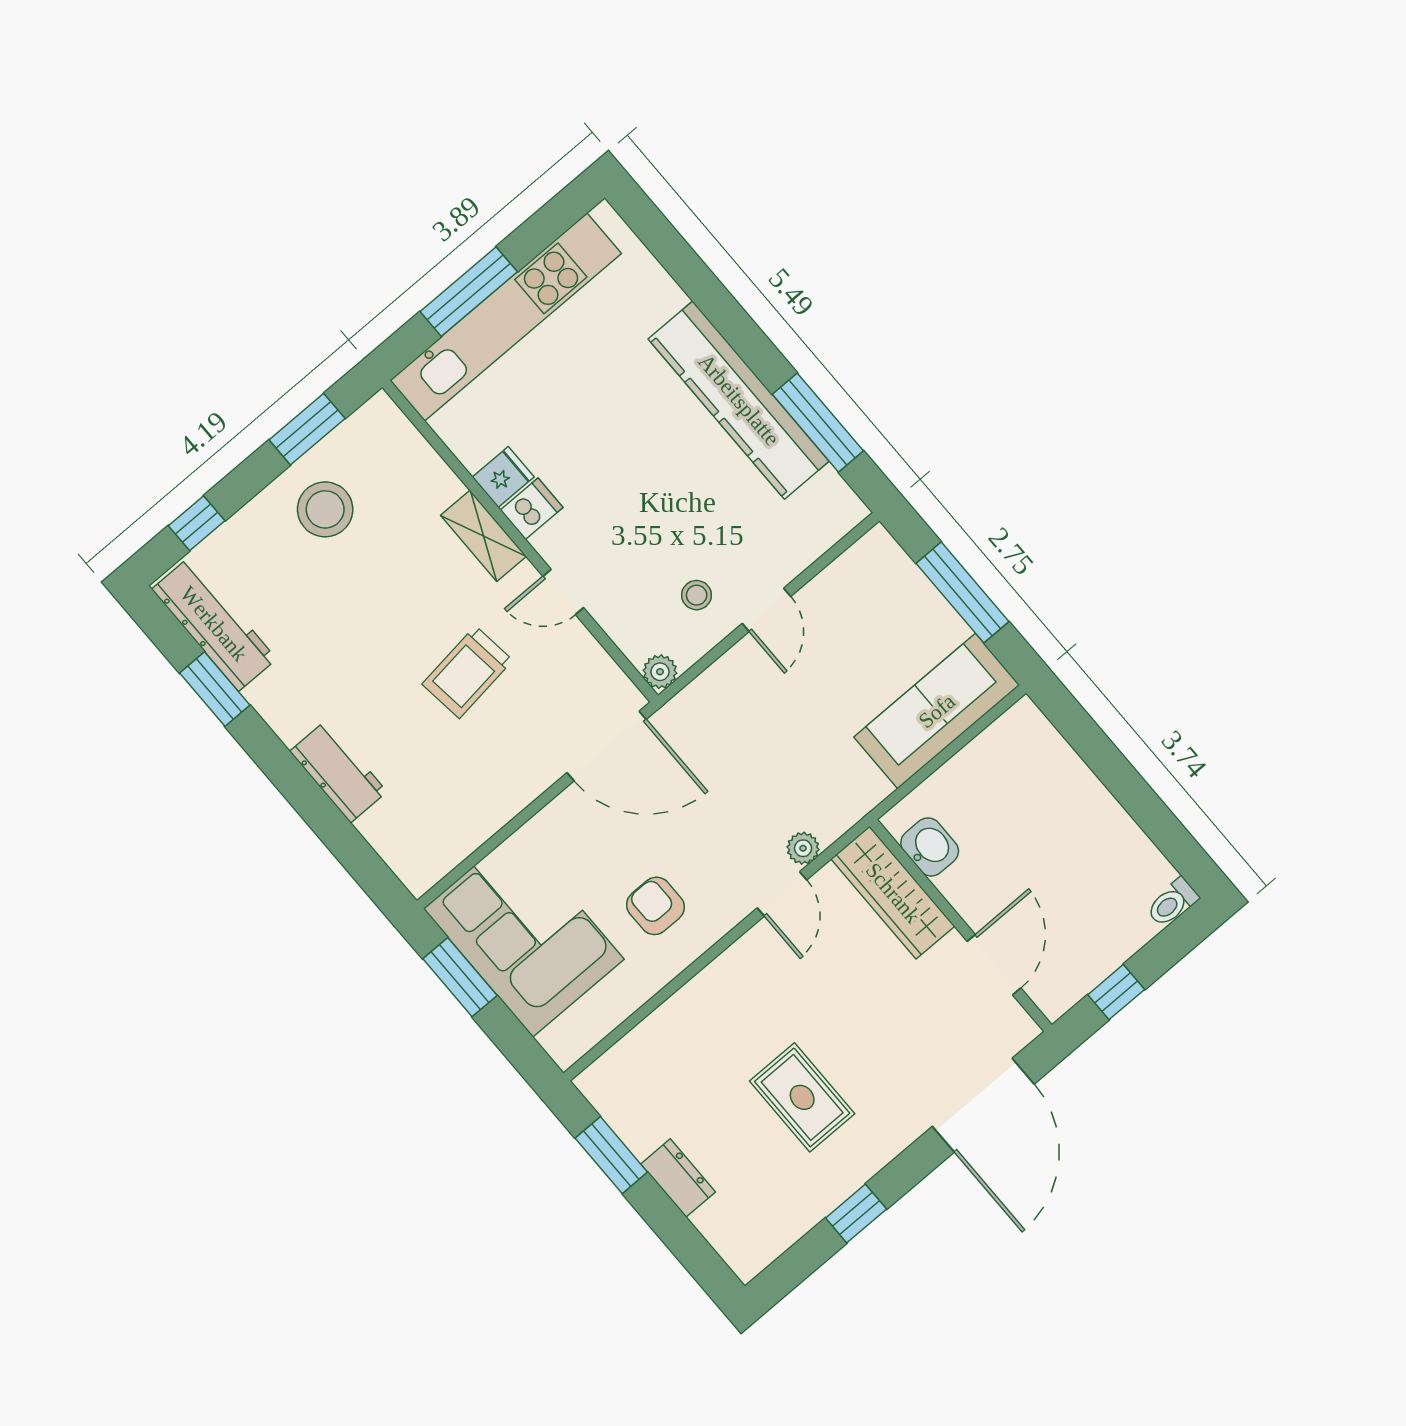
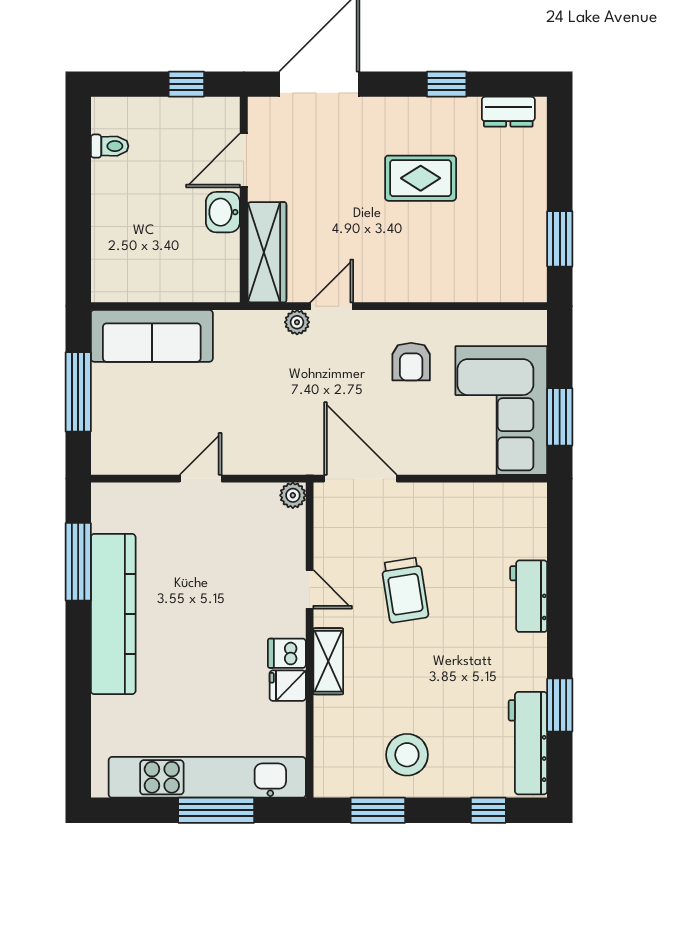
stool: (697, 595) -> (234, 522), removed
trolley: (467, 672) -> (405, 590), turned 88
washbasin: (930, 847) -> (223, 212), moved
toilet: (1172, 903) -> (110, 146), moved
rug: (802, 1097) -> (421, 178), turned 90
dresser: (678, 1178) -> (508, 112), moved, turned -90

